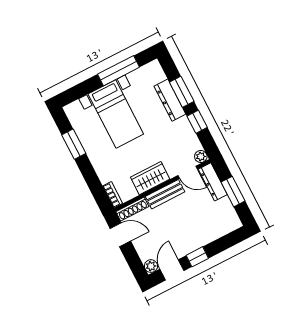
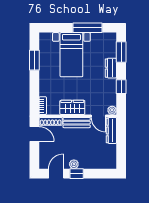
window: (182, 92) -> (121, 52), moved
dresser: (170, 100) -> (111, 68), width x0.70
window: (233, 192) -> (121, 143), removed
plant: (151, 266) -> (74, 164), moved

